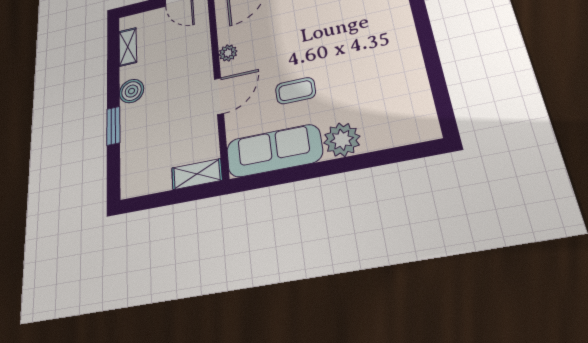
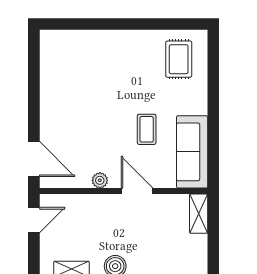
rug: (394, 110) -> (179, 59), added
plant: (342, 140) -> (194, 100), removed

